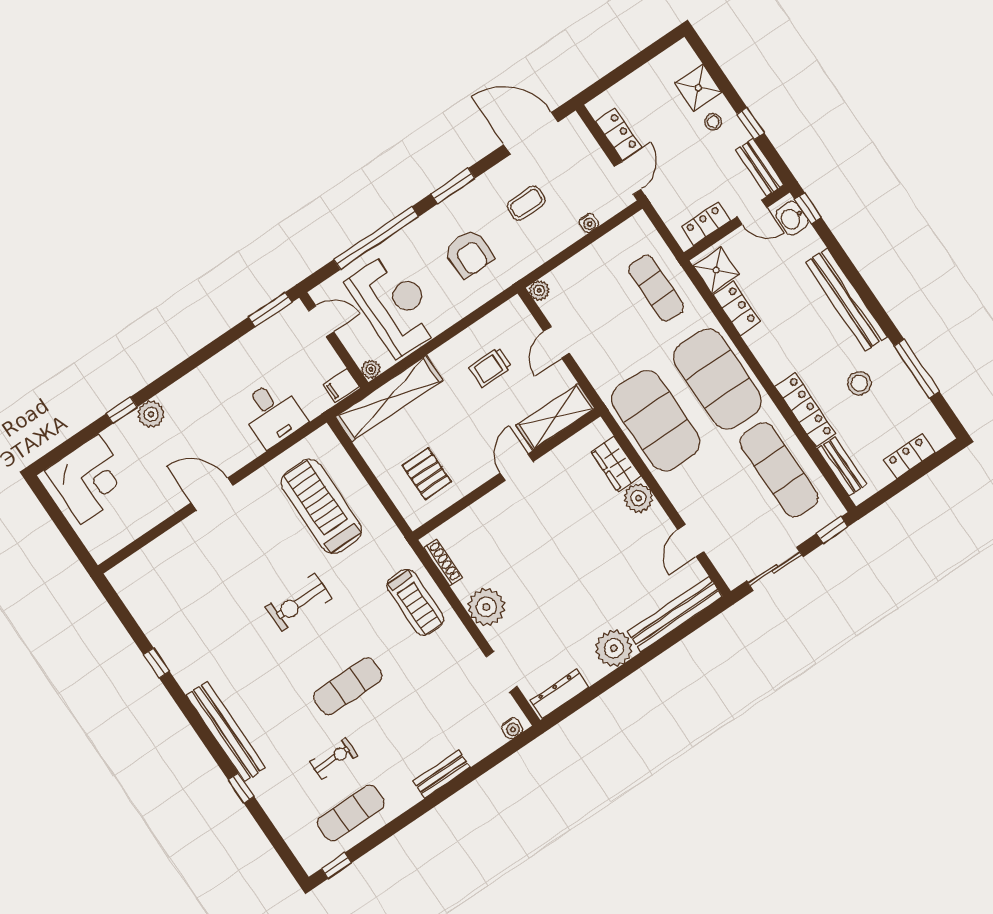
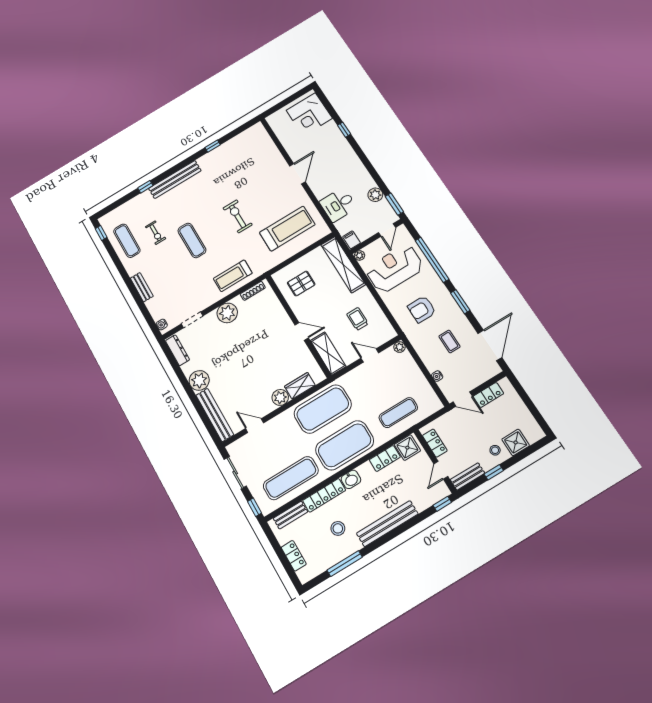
washbasin: (792, 218) -> (351, 479), moved, turned 180
reception desk: (394, 305) -> (395, 269), turned 180
plant: (151, 414) -> (375, 195), moved

